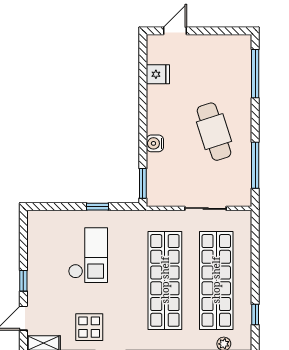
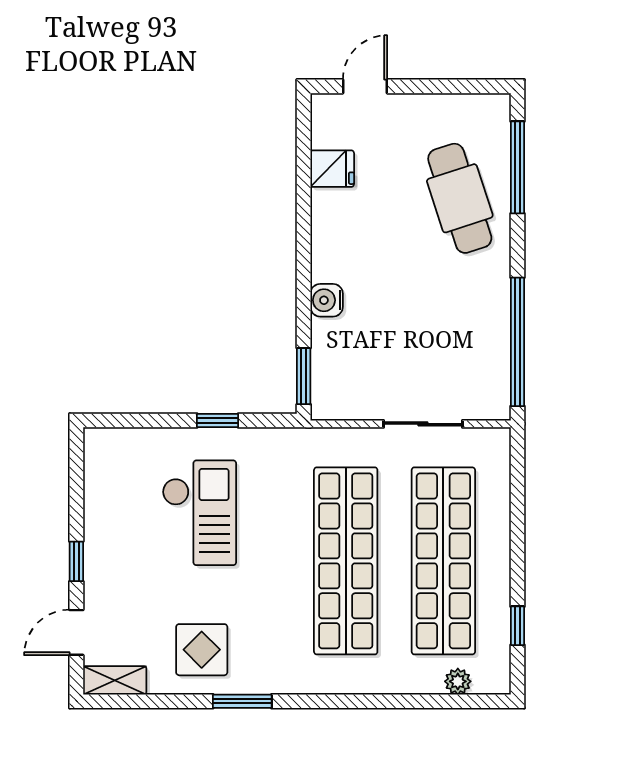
cafe table: (214, 132) -> (460, 198), moved
window: (255, 165) -> (517, 342), width x1.46

